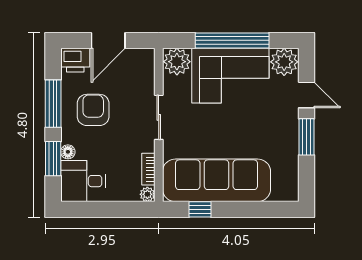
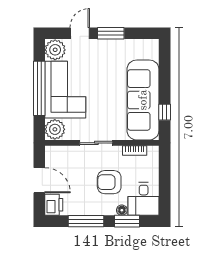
armchair: (93, 110) -> (109, 182), moved
plant: (147, 194) -> (153, 151), removed

